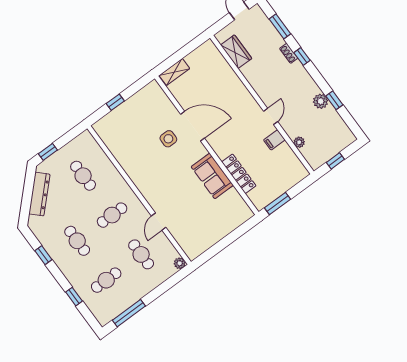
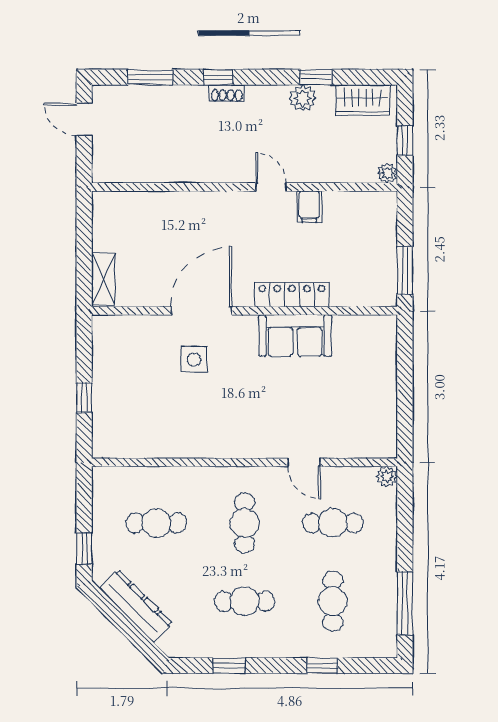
wardrobe: (236, 52) -> (362, 100), moved, turned 180
shoe rack: (289, 53) -> (227, 93), moved
plant: (299, 142) -> (387, 173), moved
locker: (239, 174) -> (292, 295), moved

